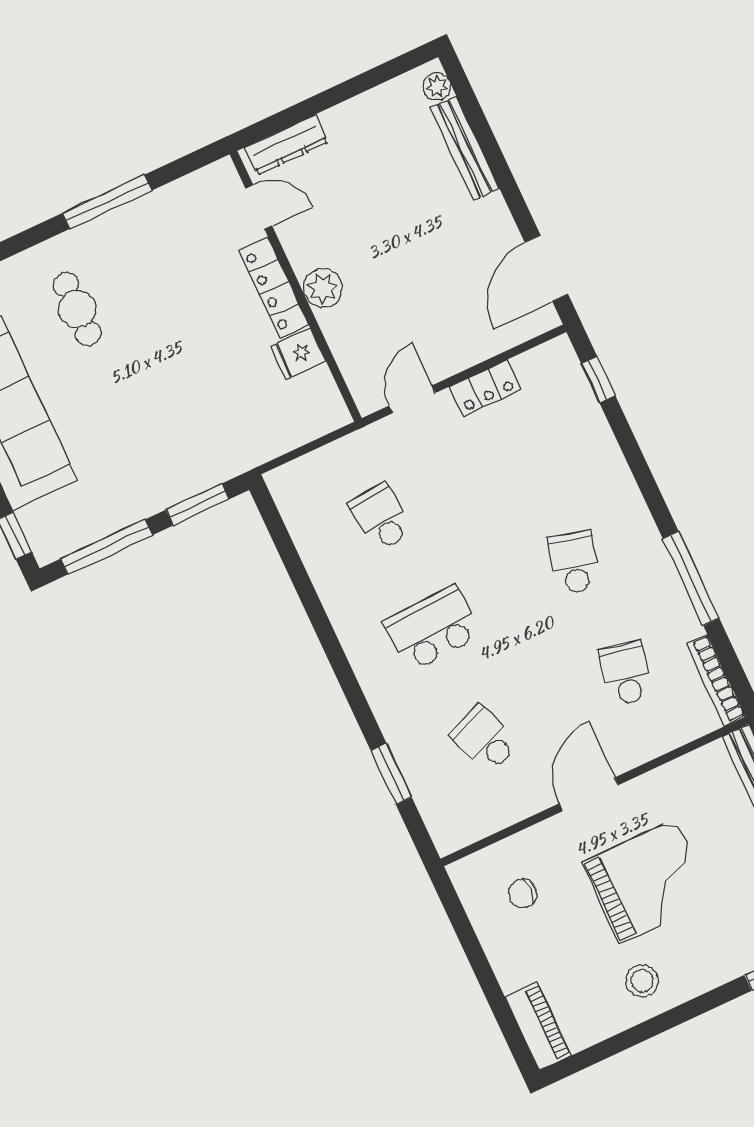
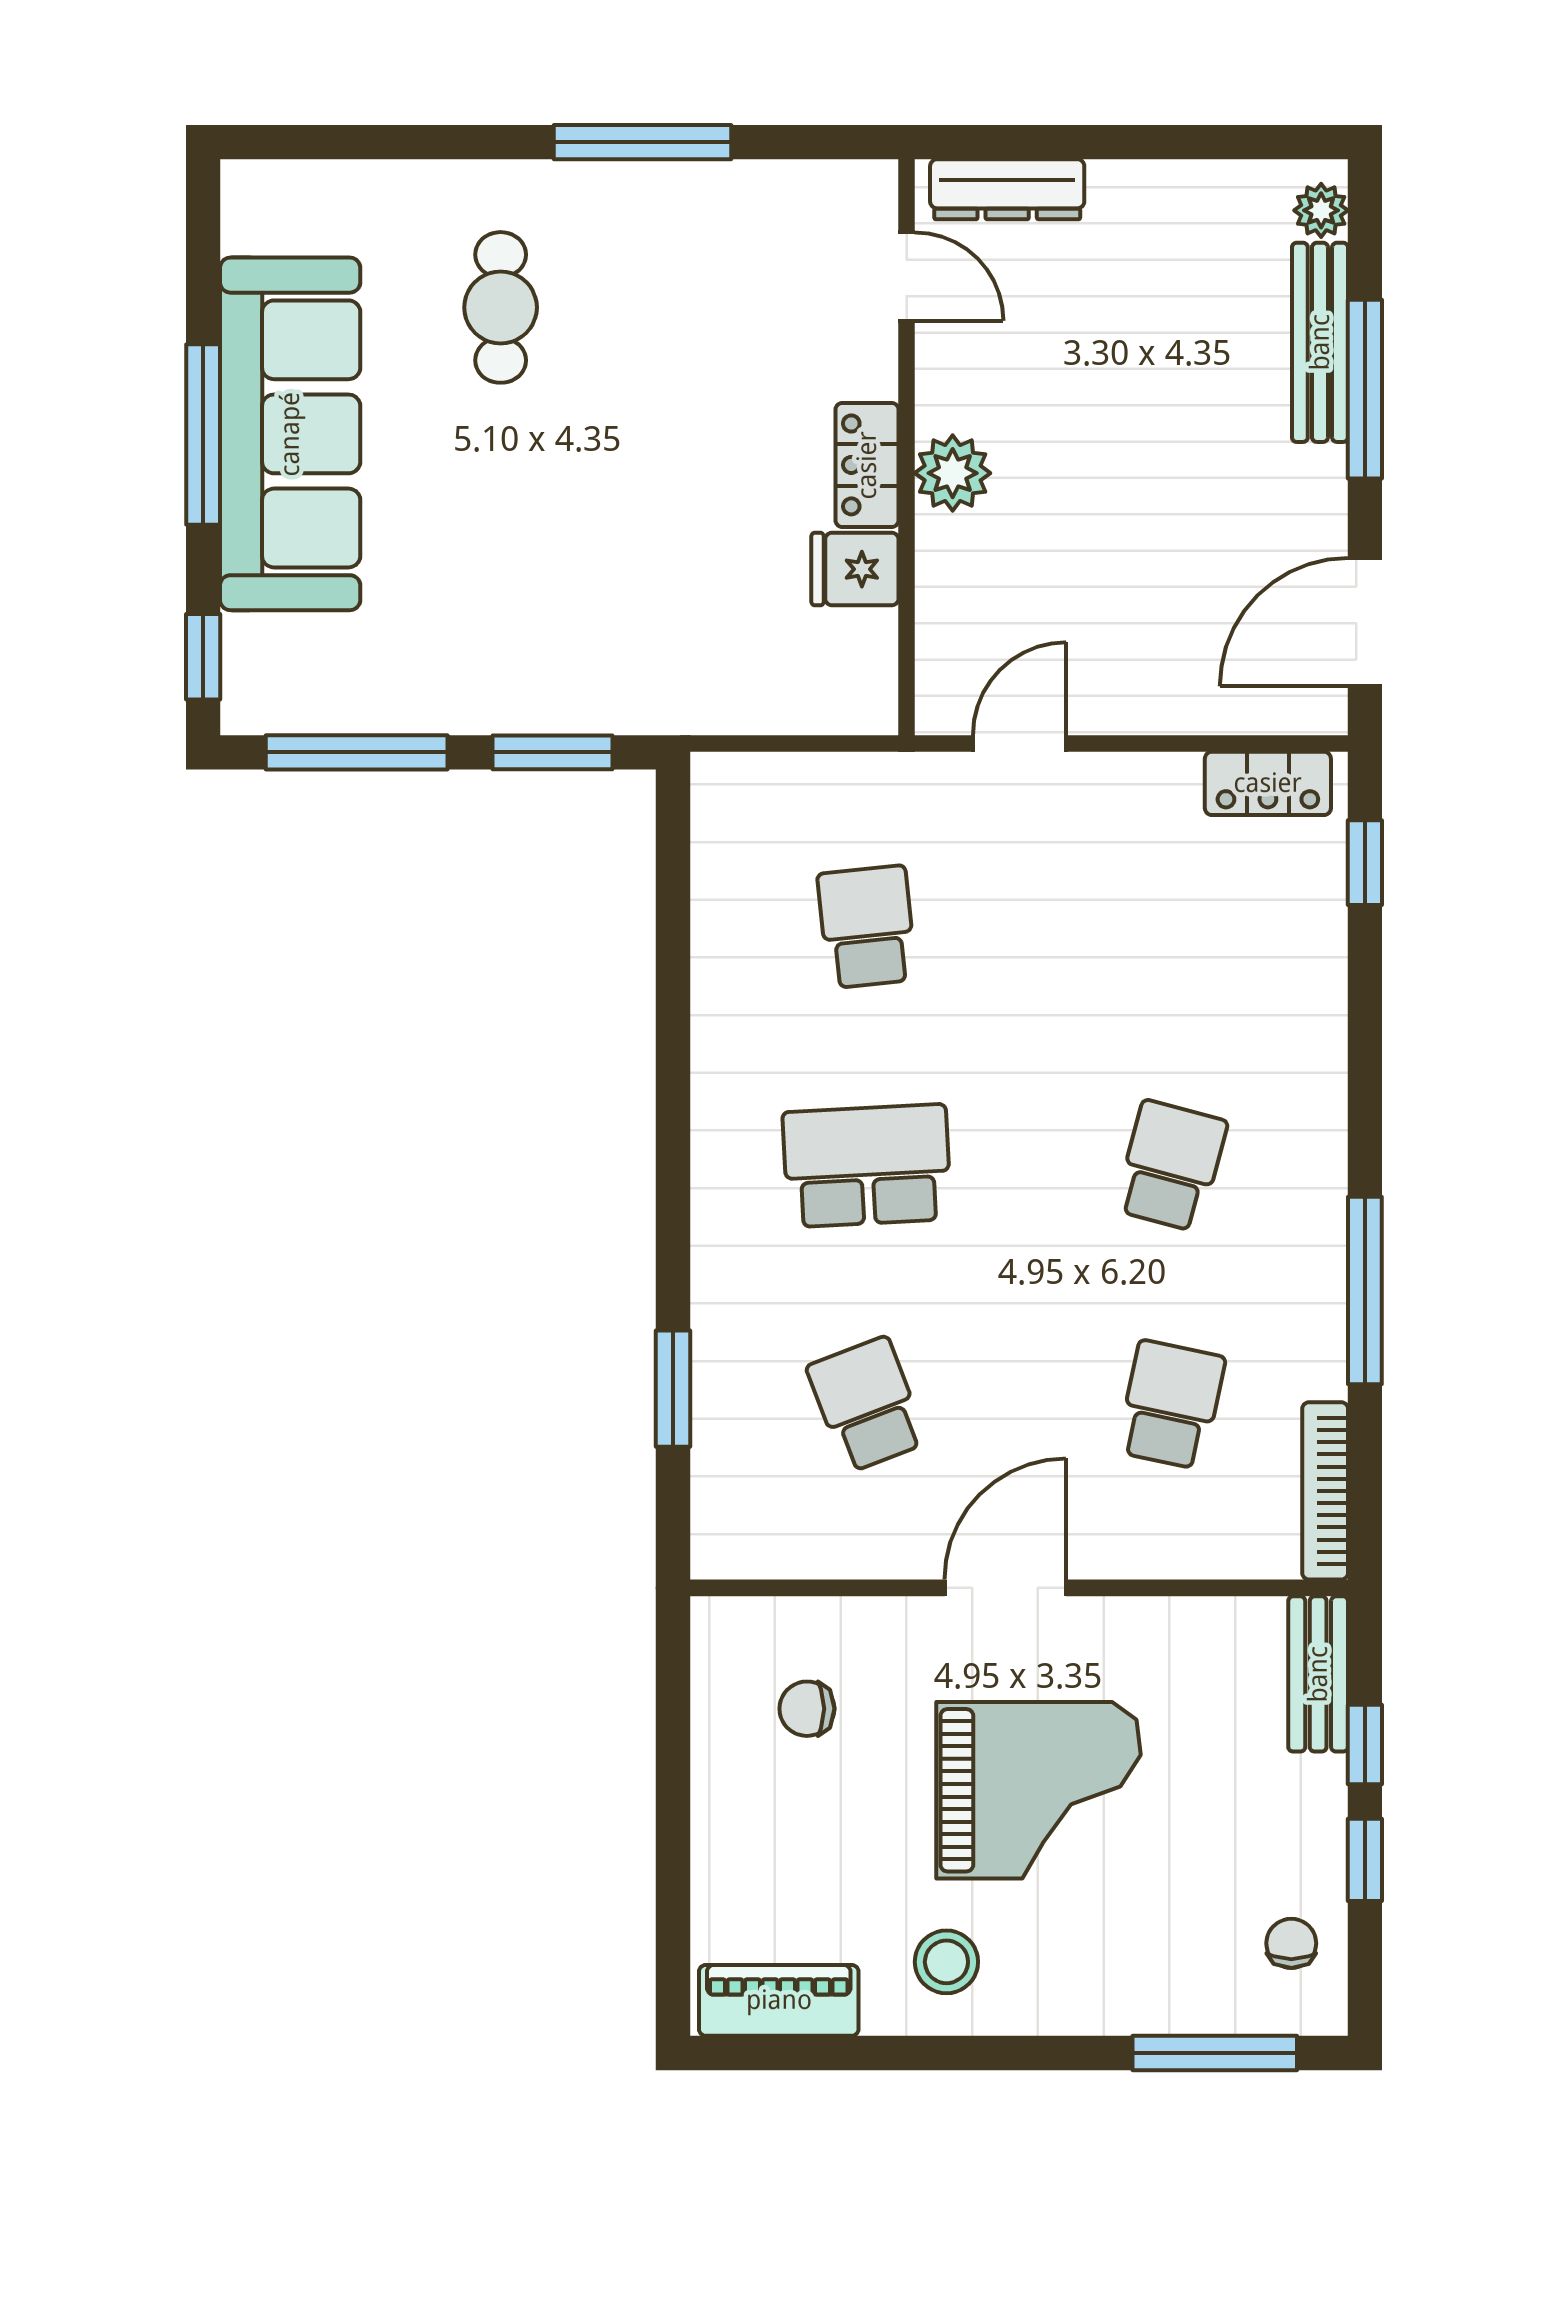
window: (496, 160) -> (1365, 389), added
locker: (274, 288) -> (867, 465), width x0.66
locker: (485, 388) -> (1268, 783), moved
piano: (538, 1026) -> (779, 2000), moved, turned -90

